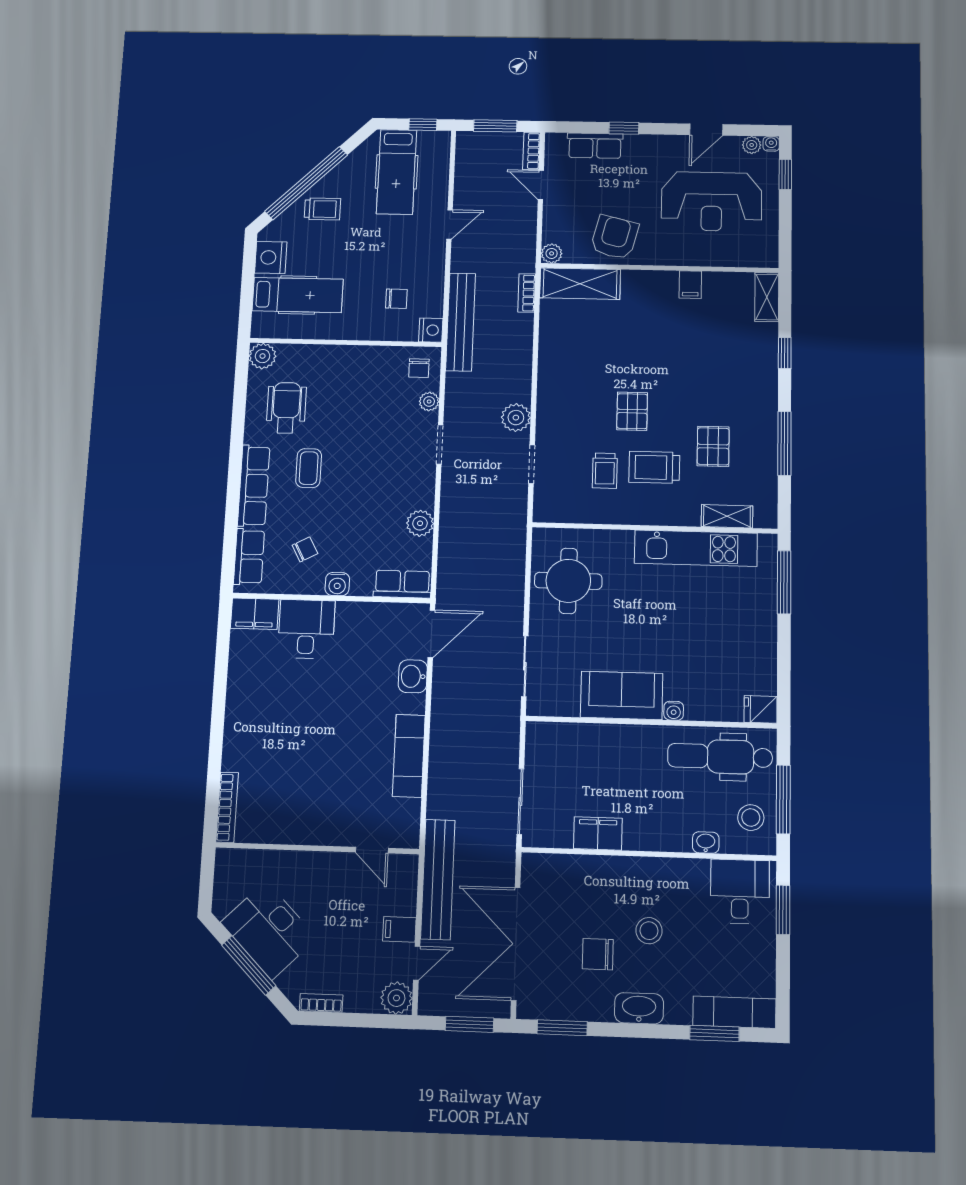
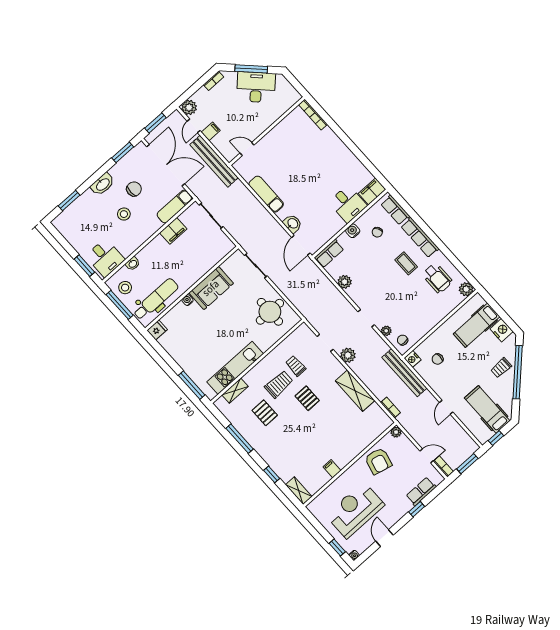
plant: (752, 145) -> (361, 548), removed
shelving: (580, 284) -> (355, 391), moved, turned 90
exam couch: (734, 1012) -> (175, 206), moved, turned 180

